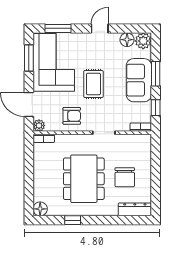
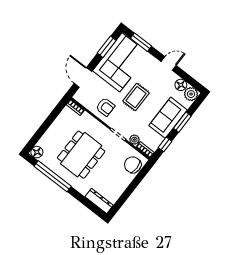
plant: (39, 125) -> (134, 140), moved
chair: (125, 177) -> (133, 165), moved, turned 90
window: (73, 220) -> (53, 176), width x3.17

